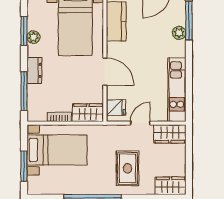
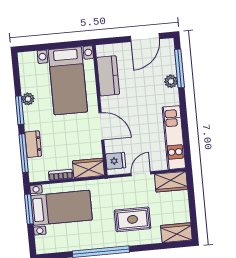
window: (24, 31) -> (20, 110), moved
dresser: (34, 70) -> (33, 144), moved
window: (24, 166) -> (29, 209), moved
rug: (128, 168) -> (133, 219), turned 90

